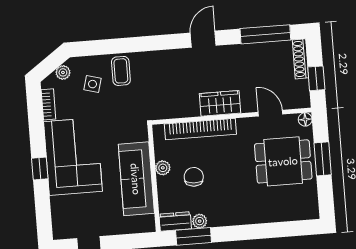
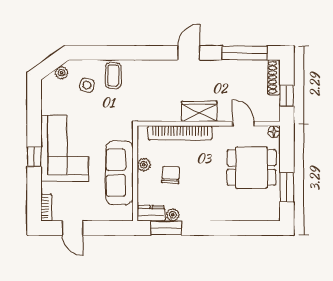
bookcase: (48, 104) -> (46, 208), moved
window: (323, 159) -> (287, 187), moved

